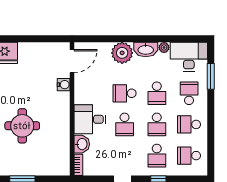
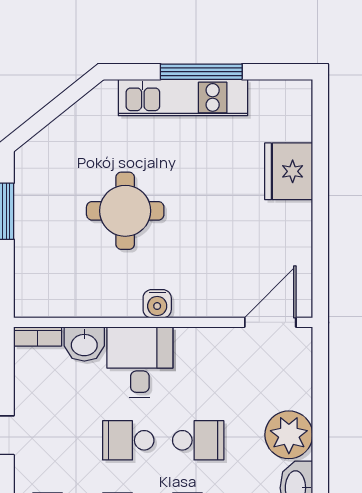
door: (72, 61) -> (270, 322), swing flipped
water cooler: (64, 85) -> (157, 304), moved
school desk: (125, 93) -> (198, 440), turned 90

